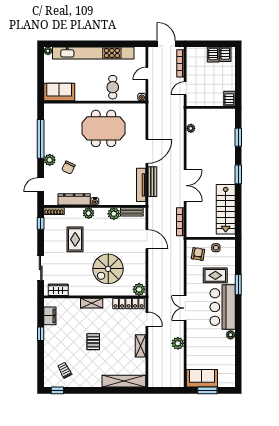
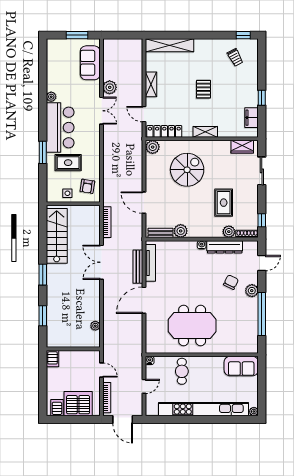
server rack: (213, 55) -> (78, 404), width x2.18, depth x1.44
door: (185, 88) -> (101, 370), hinge flipped
plant: (89, 213) -> (229, 232), moved
double door: (185, 308) -> (101, 111), moved
sofa: (202, 378) -> (90, 63), moved, turned 90

